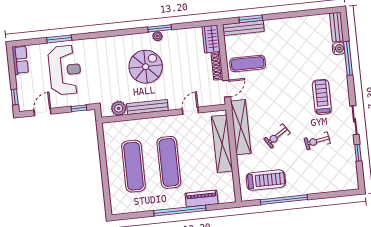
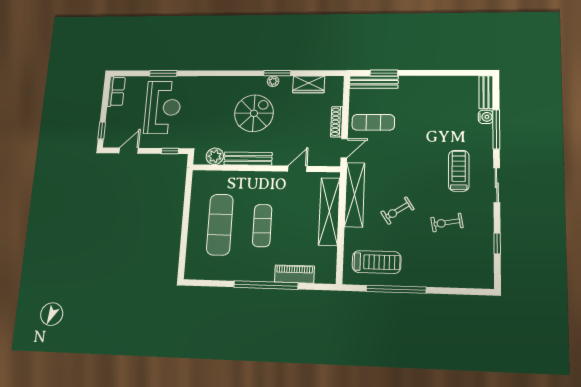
wardrobe: (211, 39) -> (309, 84), moved, turned -90
sliding door: (355, 120) -> (497, 185), moved
exercise mat: (169, 162) -> (262, 226), width x0.73, depth x0.69

